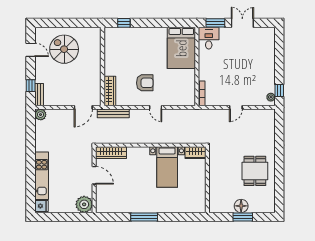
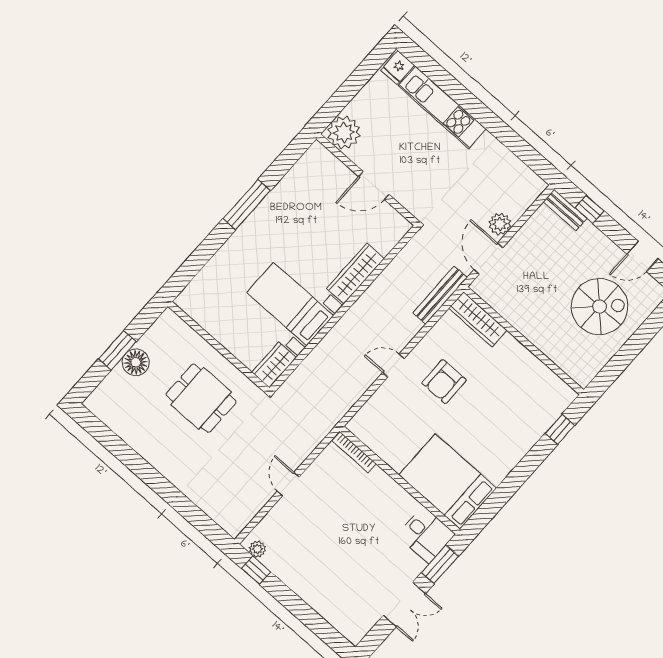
plant: (41, 115) -> (500, 224), moved
wardrobe: (111, 153) -> (355, 274), moved
dining table: (255, 171) -> (201, 398), moved

